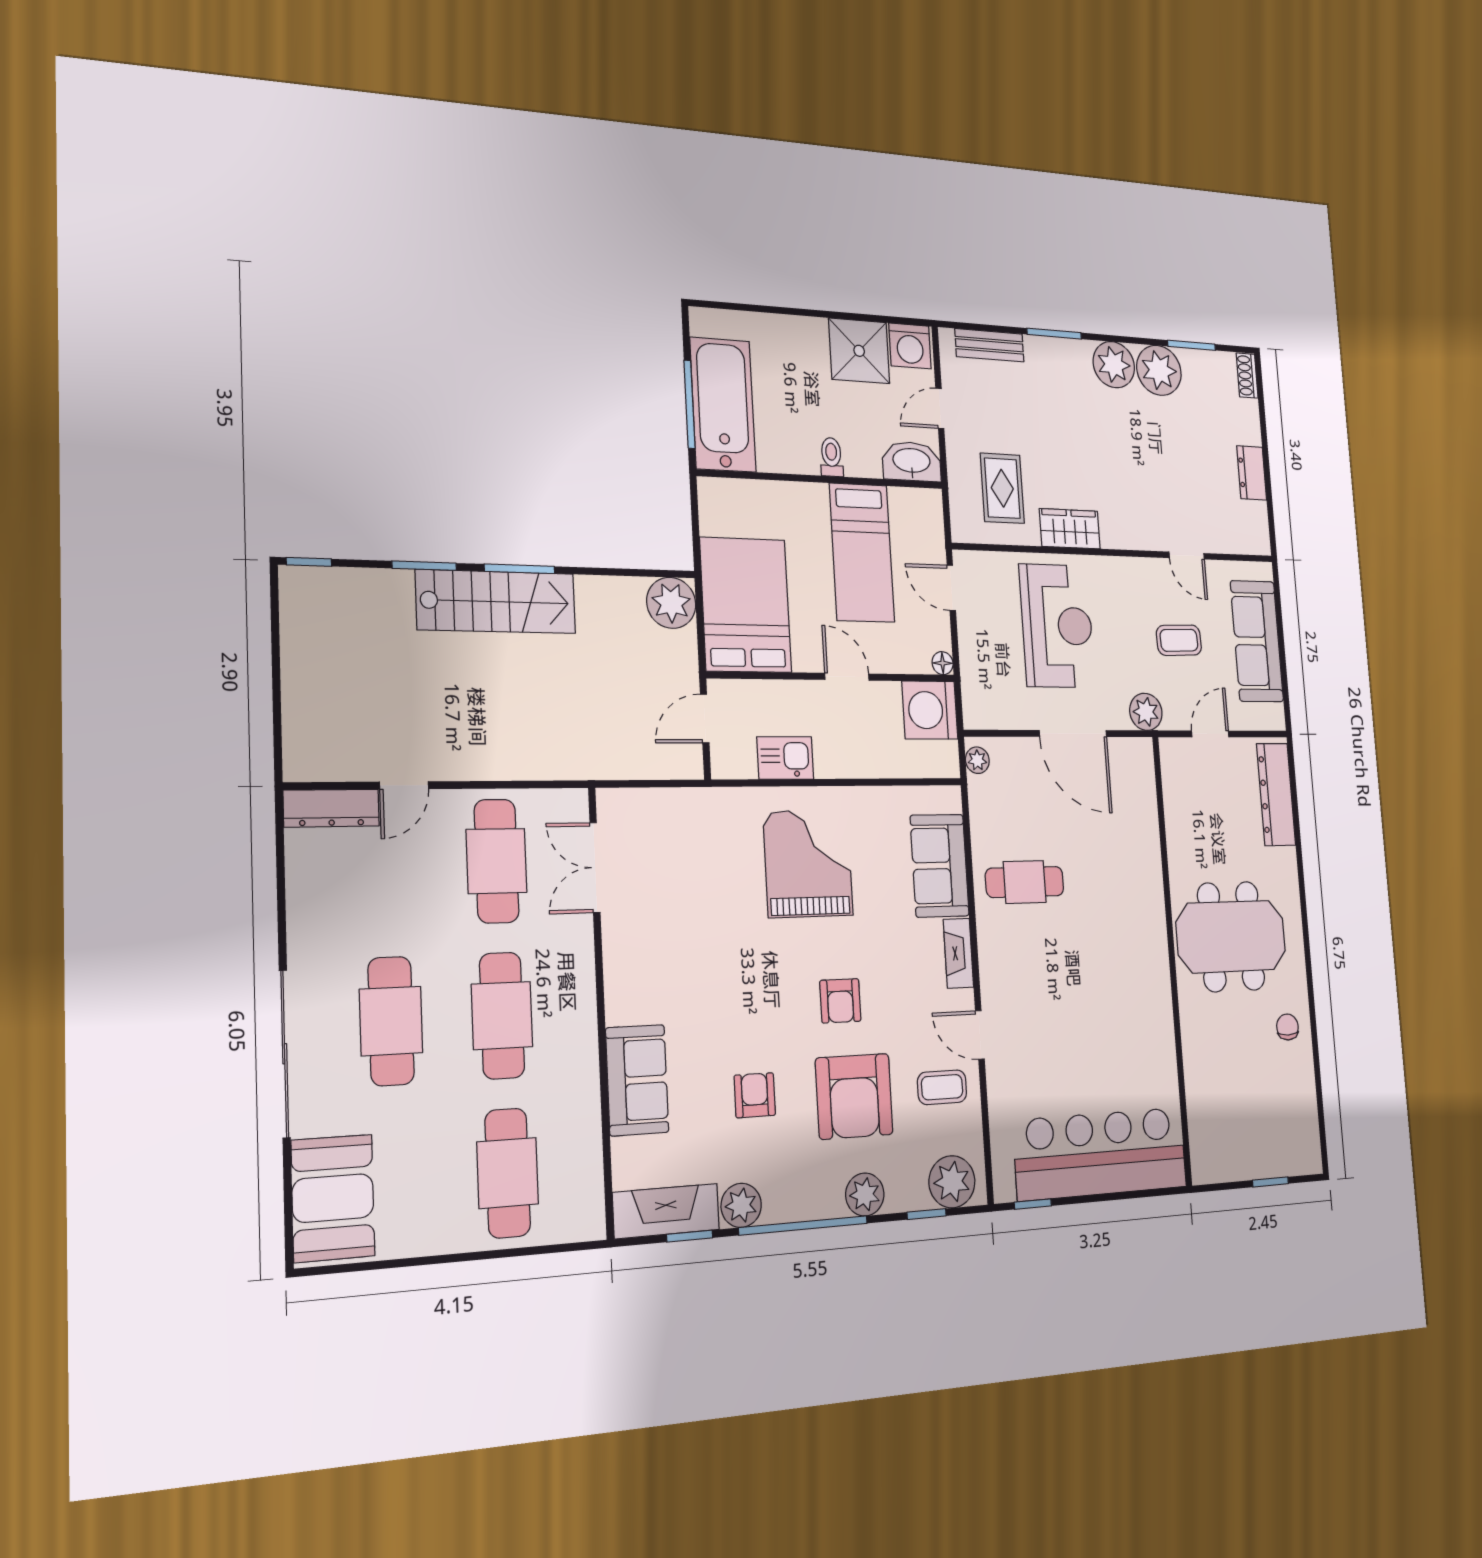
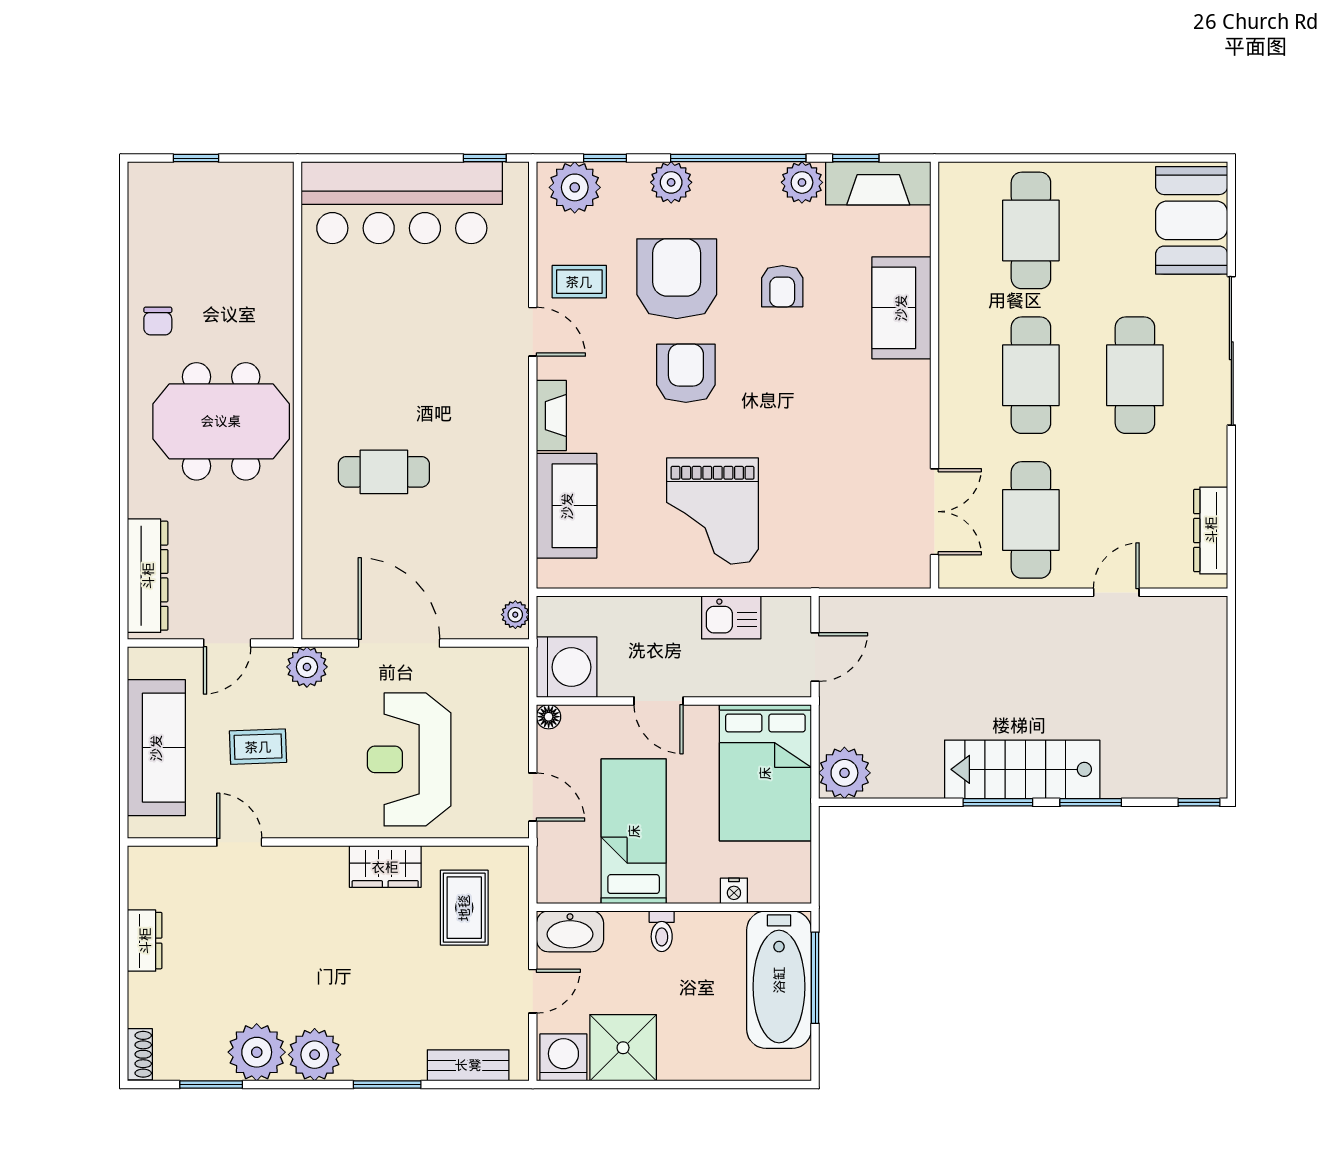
nightstand: (769, 492) -> (734, 891), added
dresser: (331, 808) -> (1211, 530), moved, turned -90
cafe table: (1025, 882) -> (384, 472), moved
armchair: (840, 1001) -> (686, 373), width x1.38, depth x1.38

